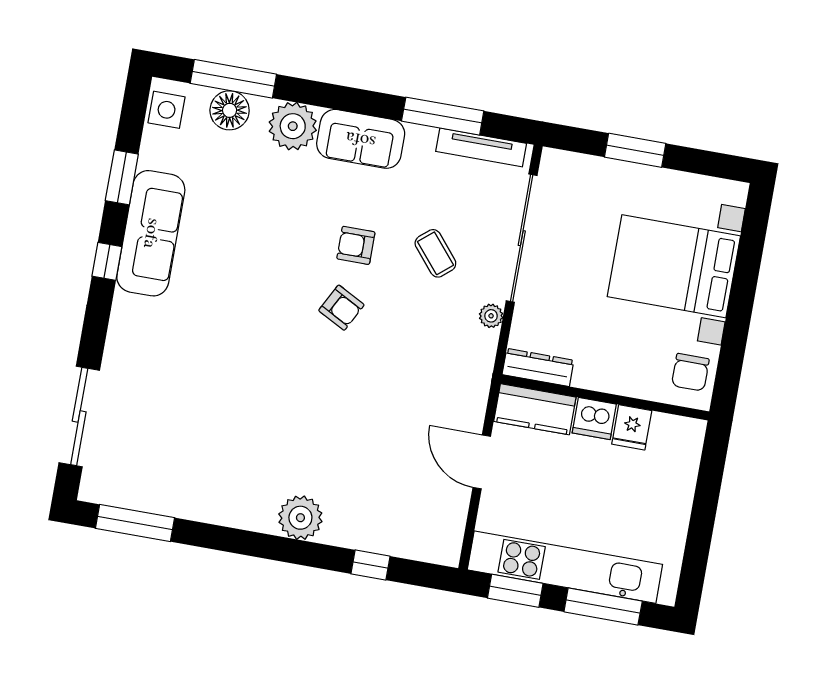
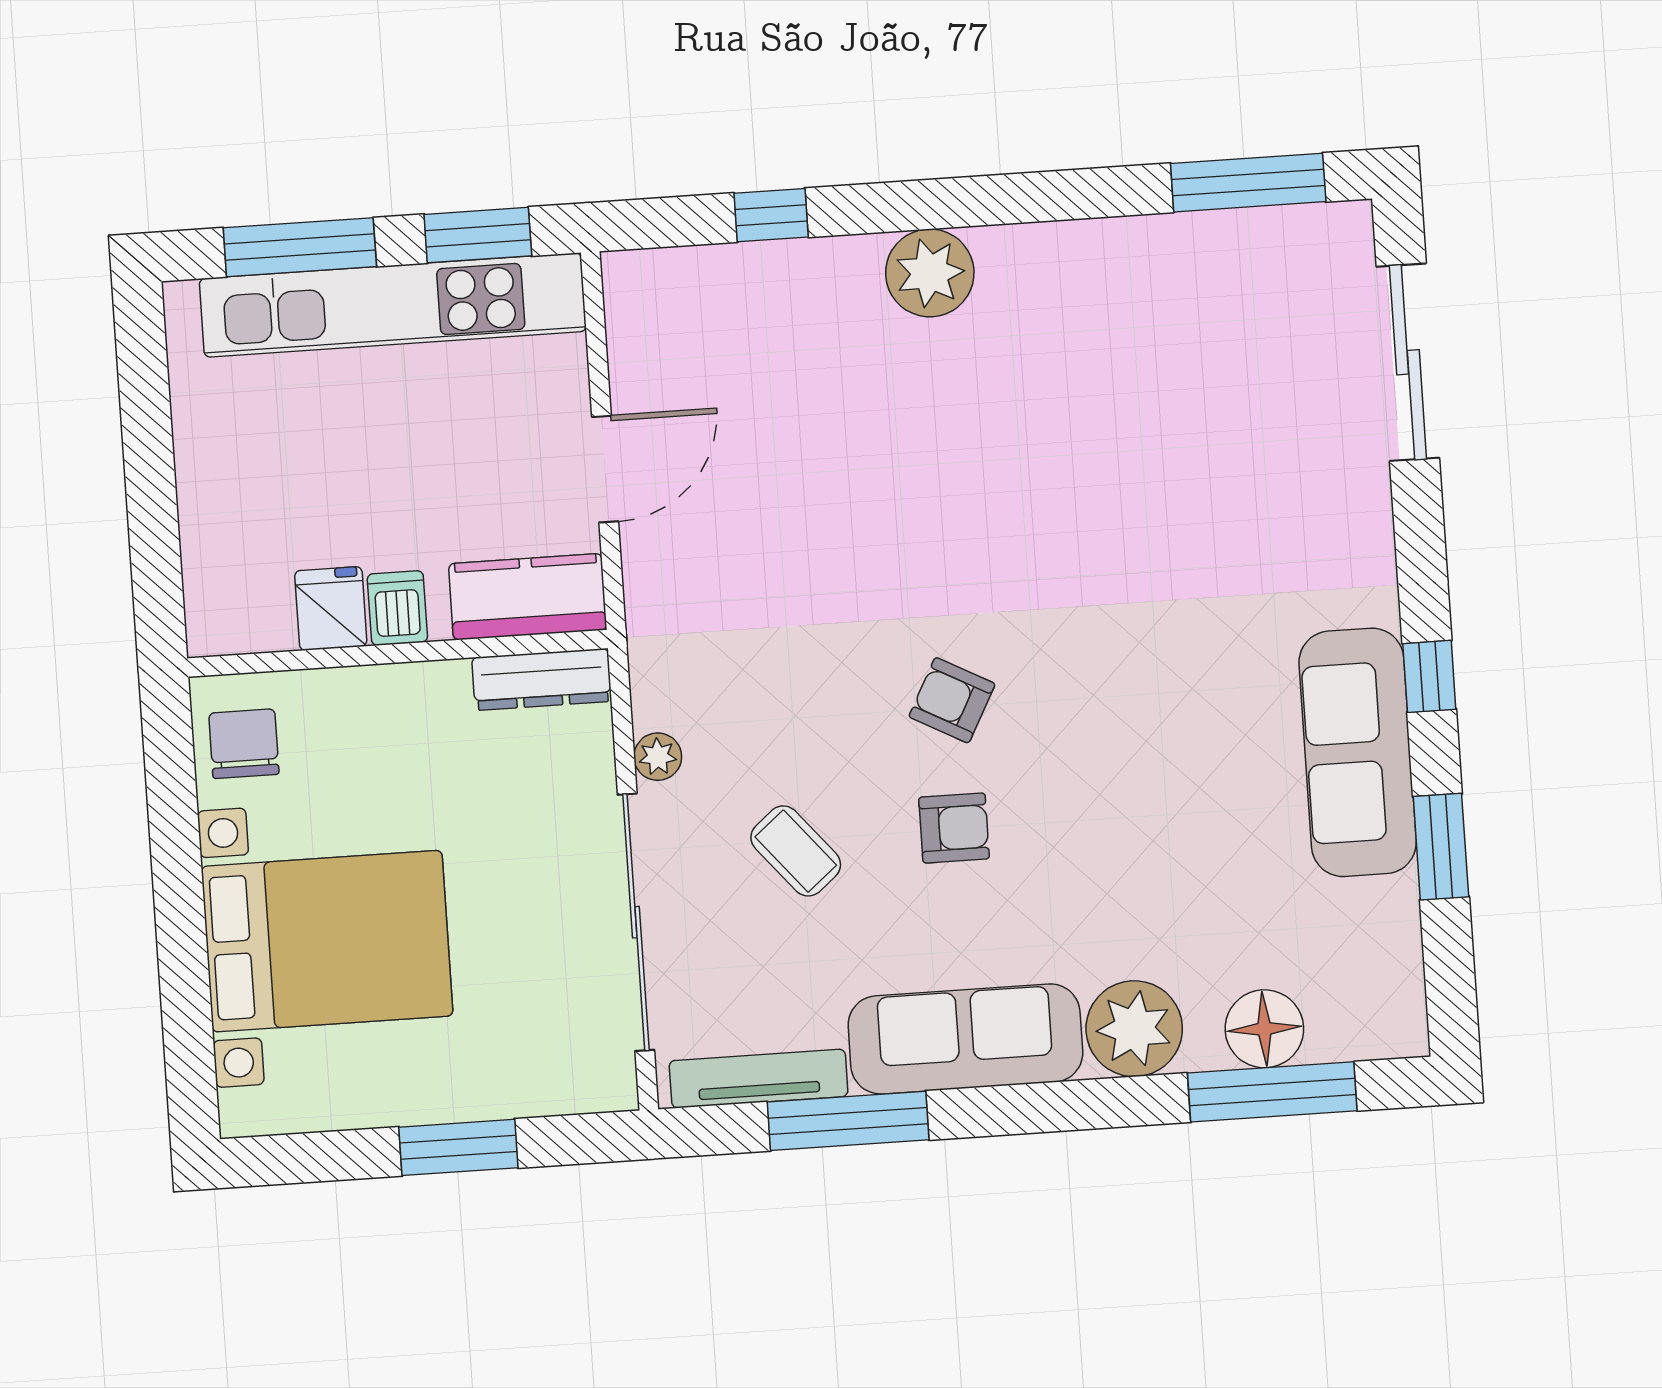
side table: (167, 110) -> (1387, 999), removed
sofa: (361, 139) -> (965, 1039), width x1.36
dishwasher: (594, 419) -> (397, 608), width x0.73
door: (482, 462) -> (605, 469), hinge flipped

